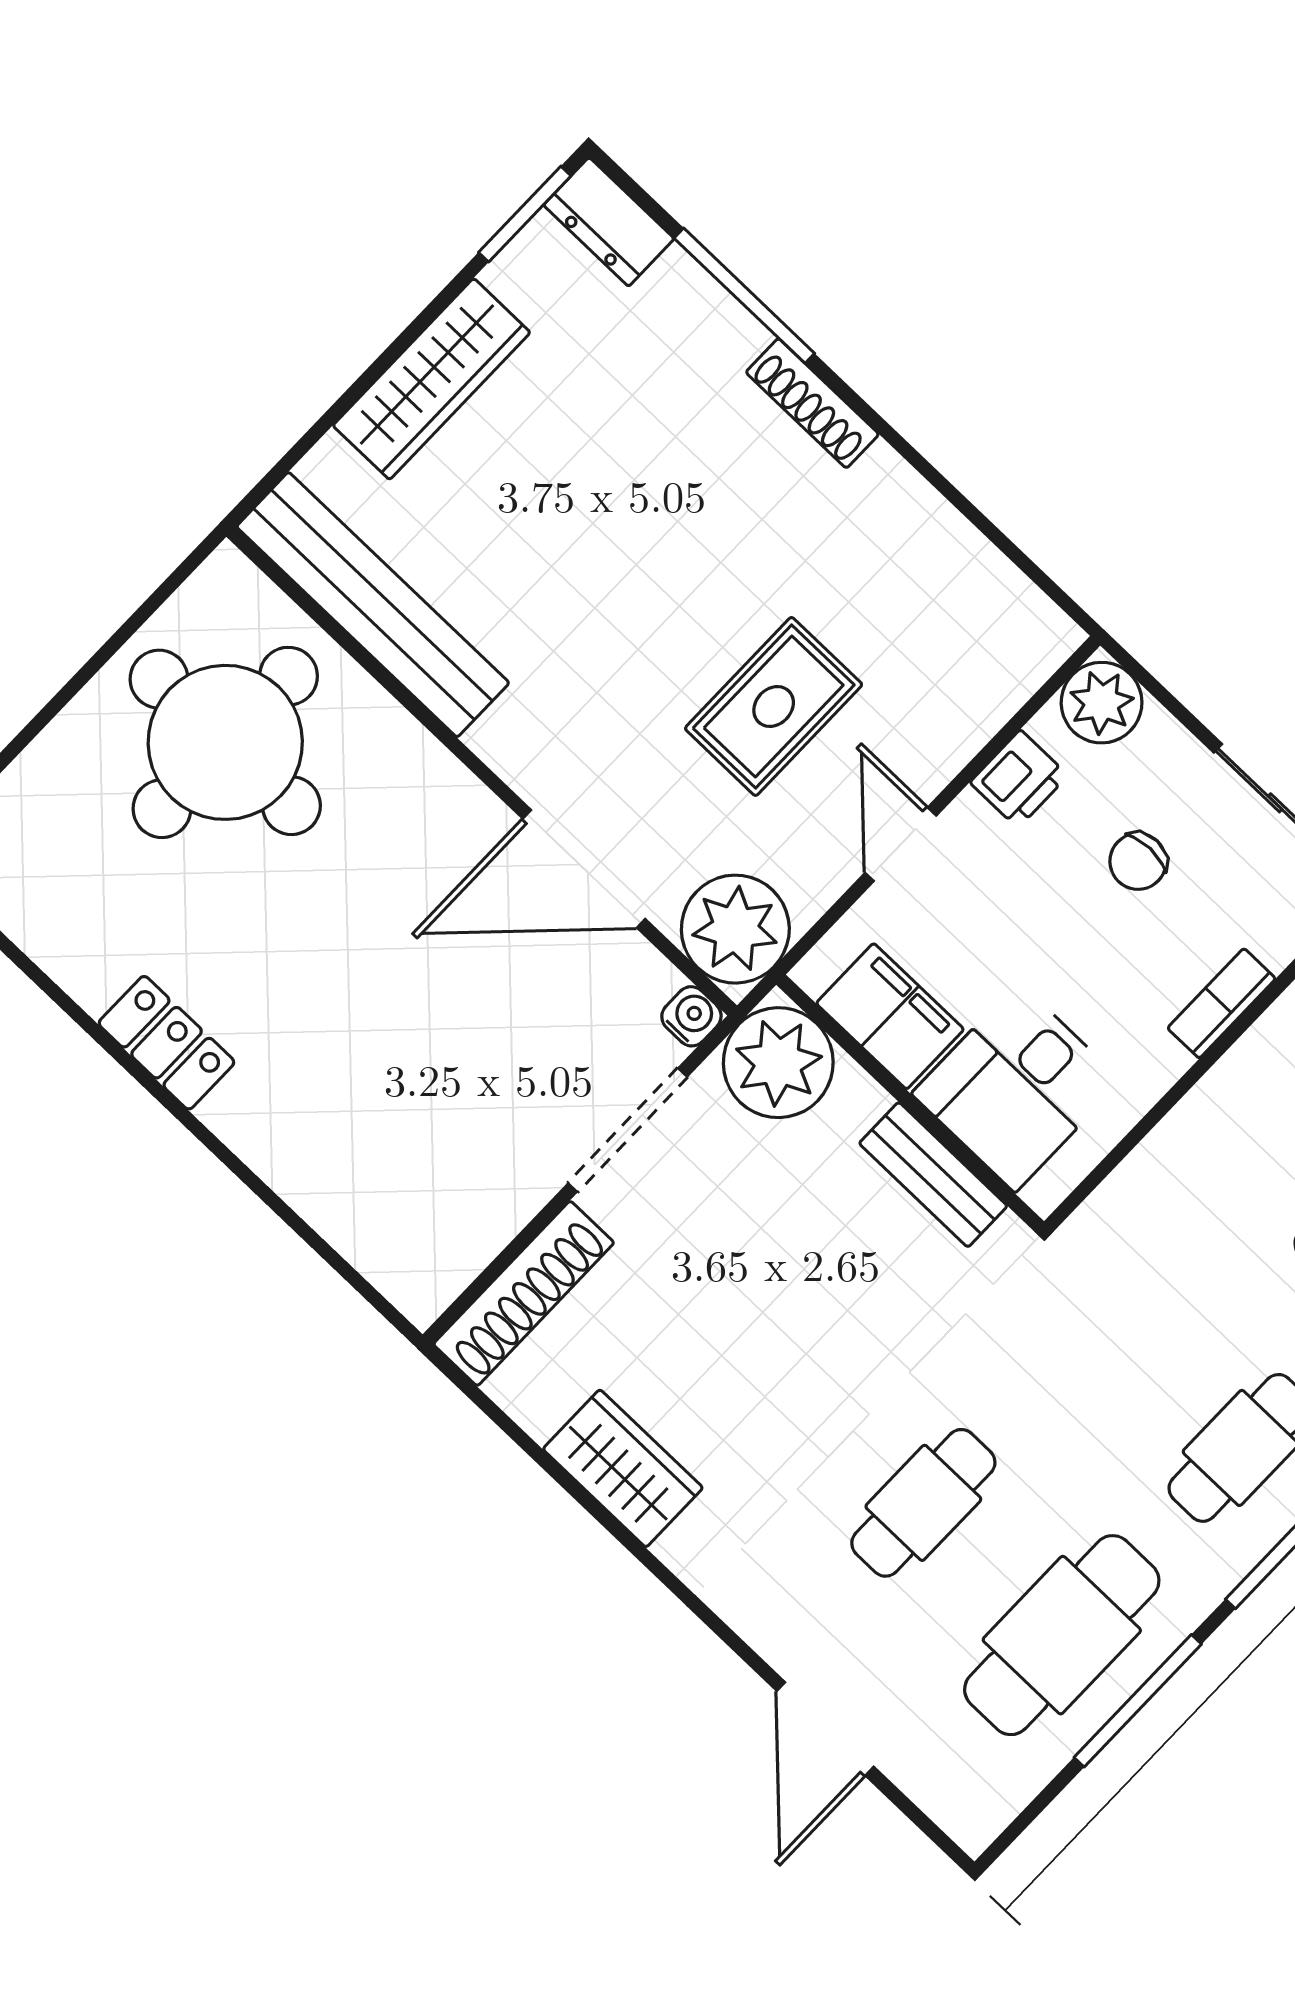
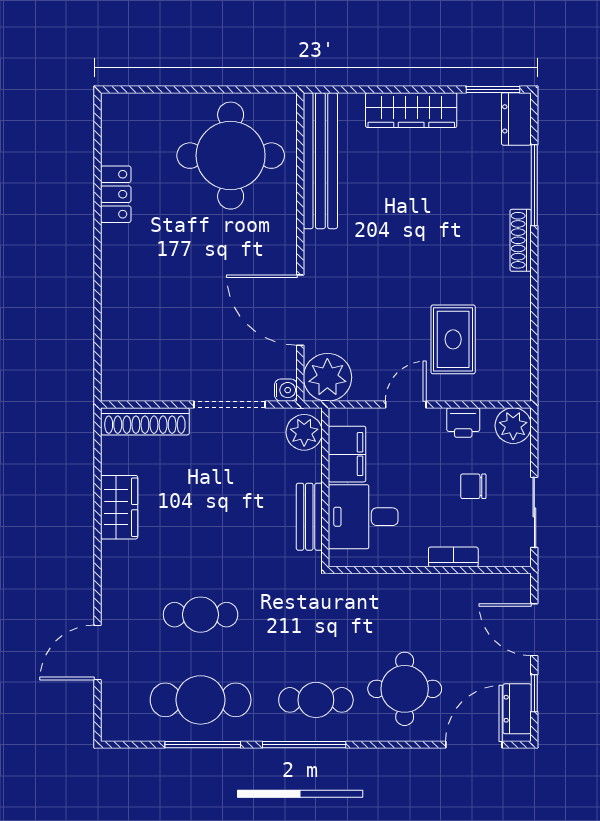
rug: (774, 706) -> (453, 339), moved, turned 90
locker: (166, 1043) -> (116, 194), moved
plant: (778, 1063) -> (304, 432), width x0.73, depth x0.73

